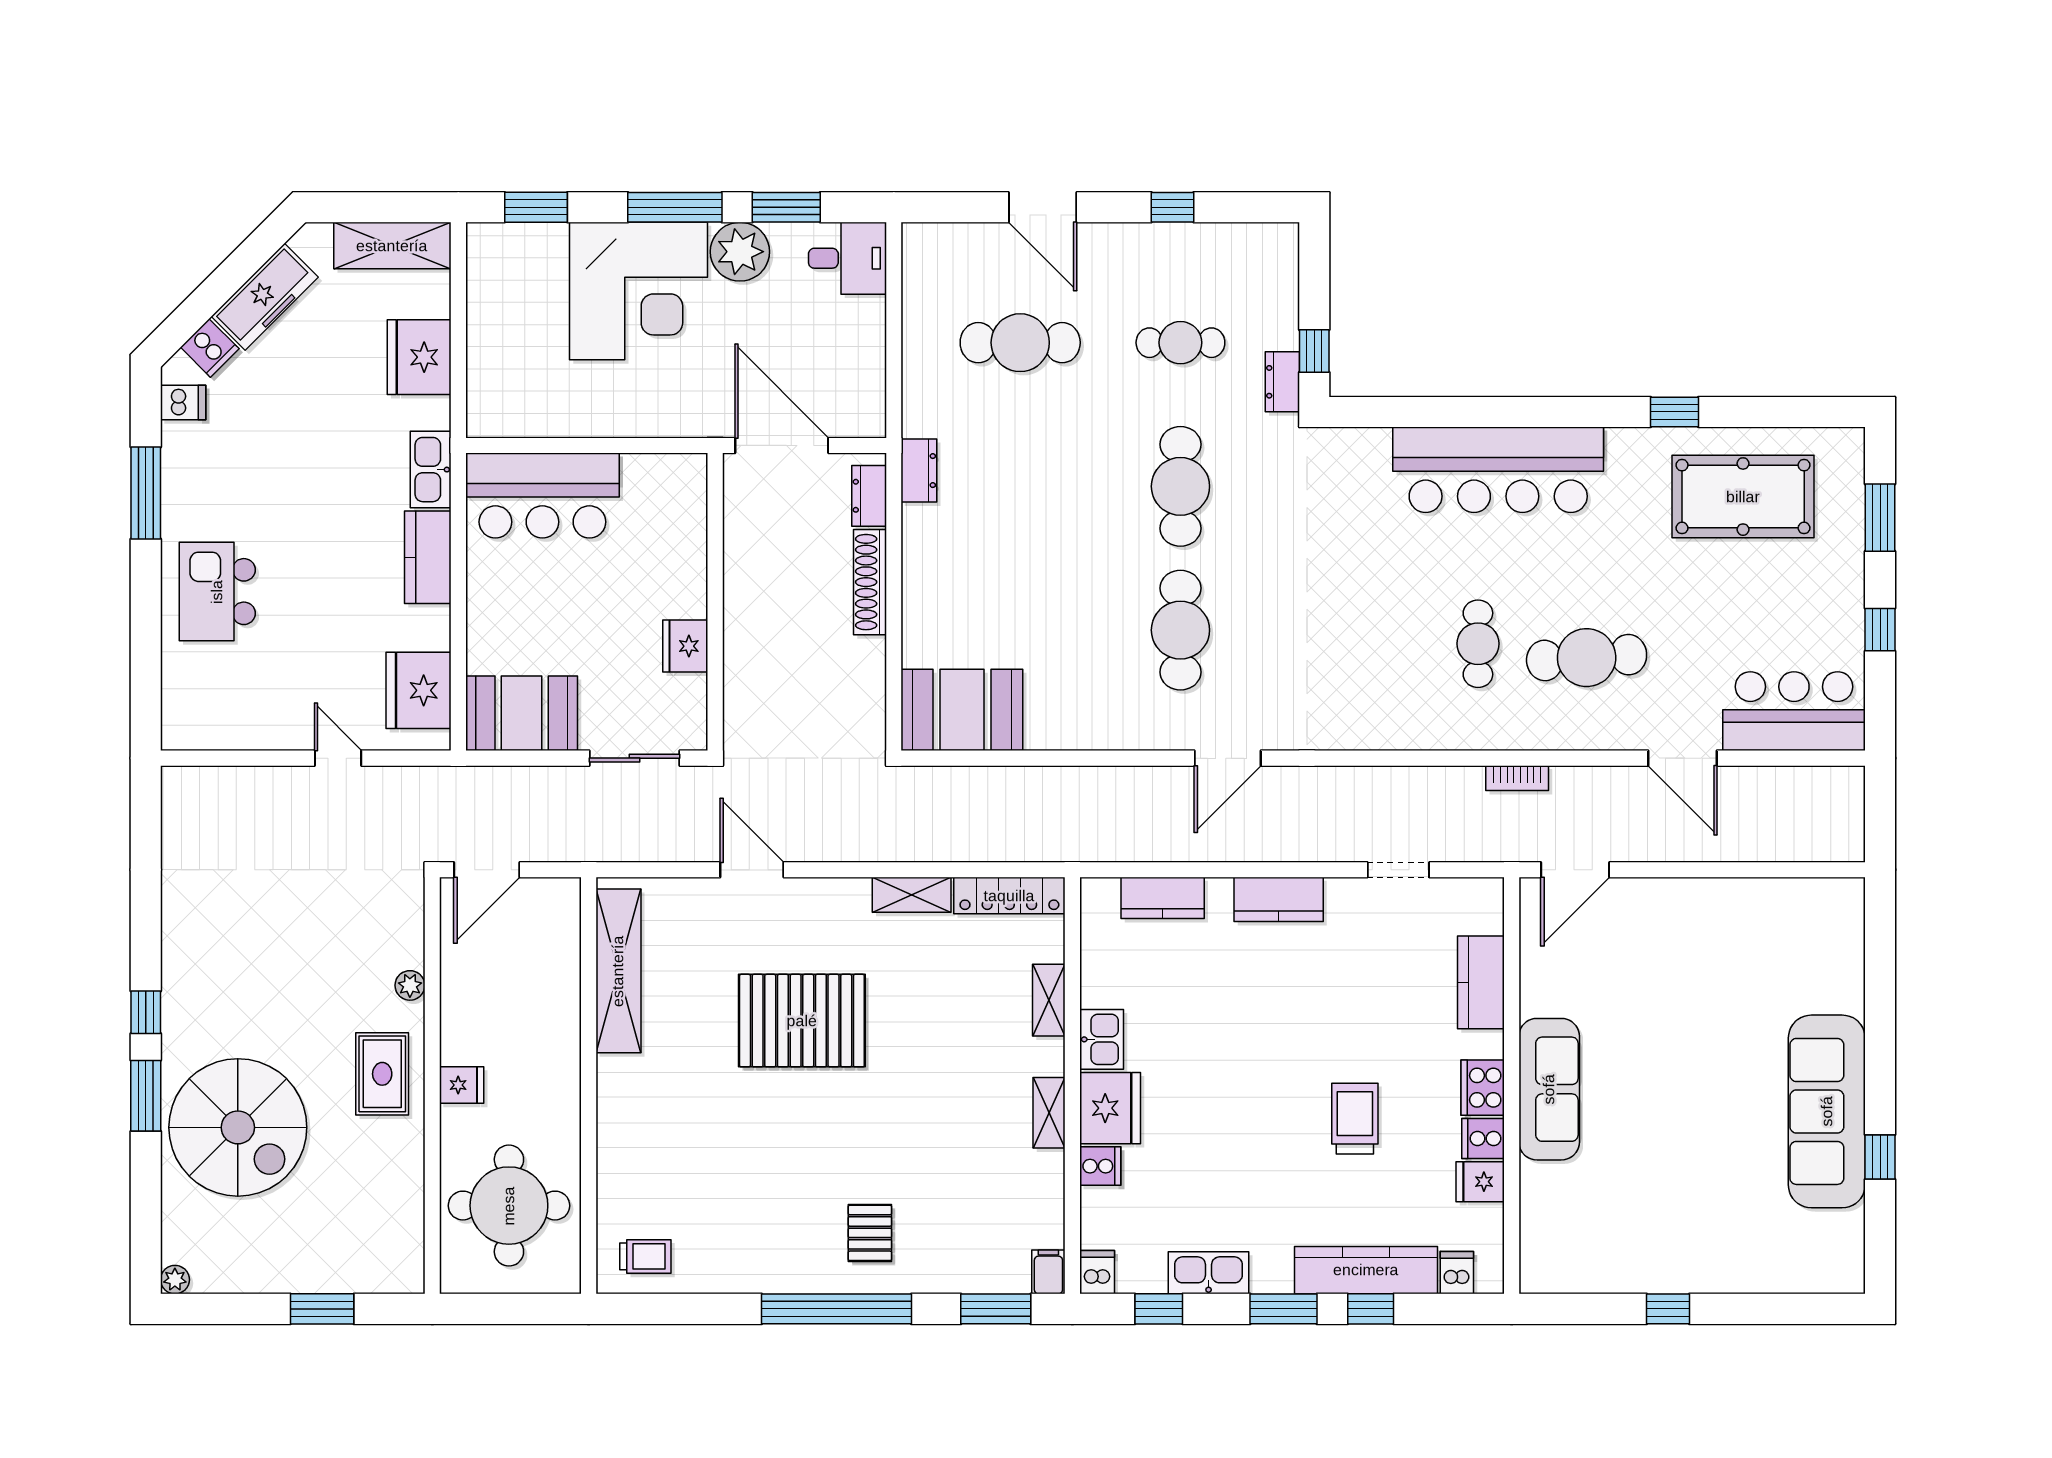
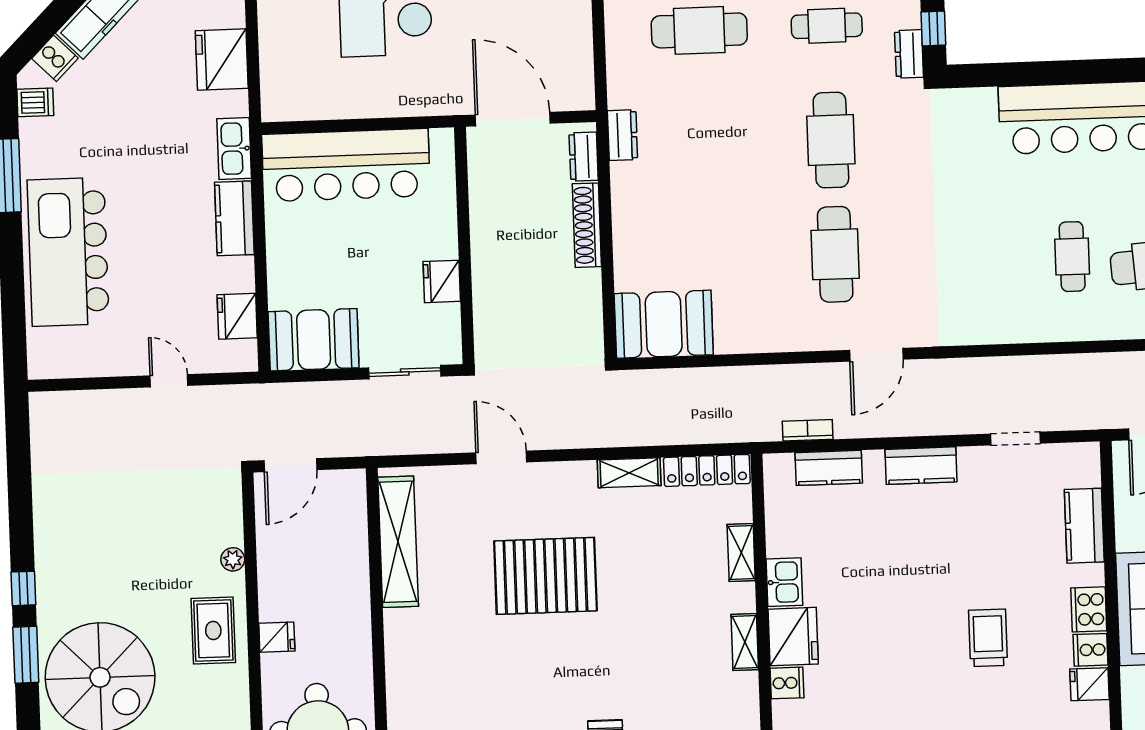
bar counter: (542, 495) -> (346, 165), width x1.36
kitchen island: (217, 592) -> (68, 252), width x1.87, depth x1.28
fridge: (419, 690) -> (237, 316), width x0.73, depth x0.75
bookcase: (1517, 778) -> (808, 430), moved, turned 180

